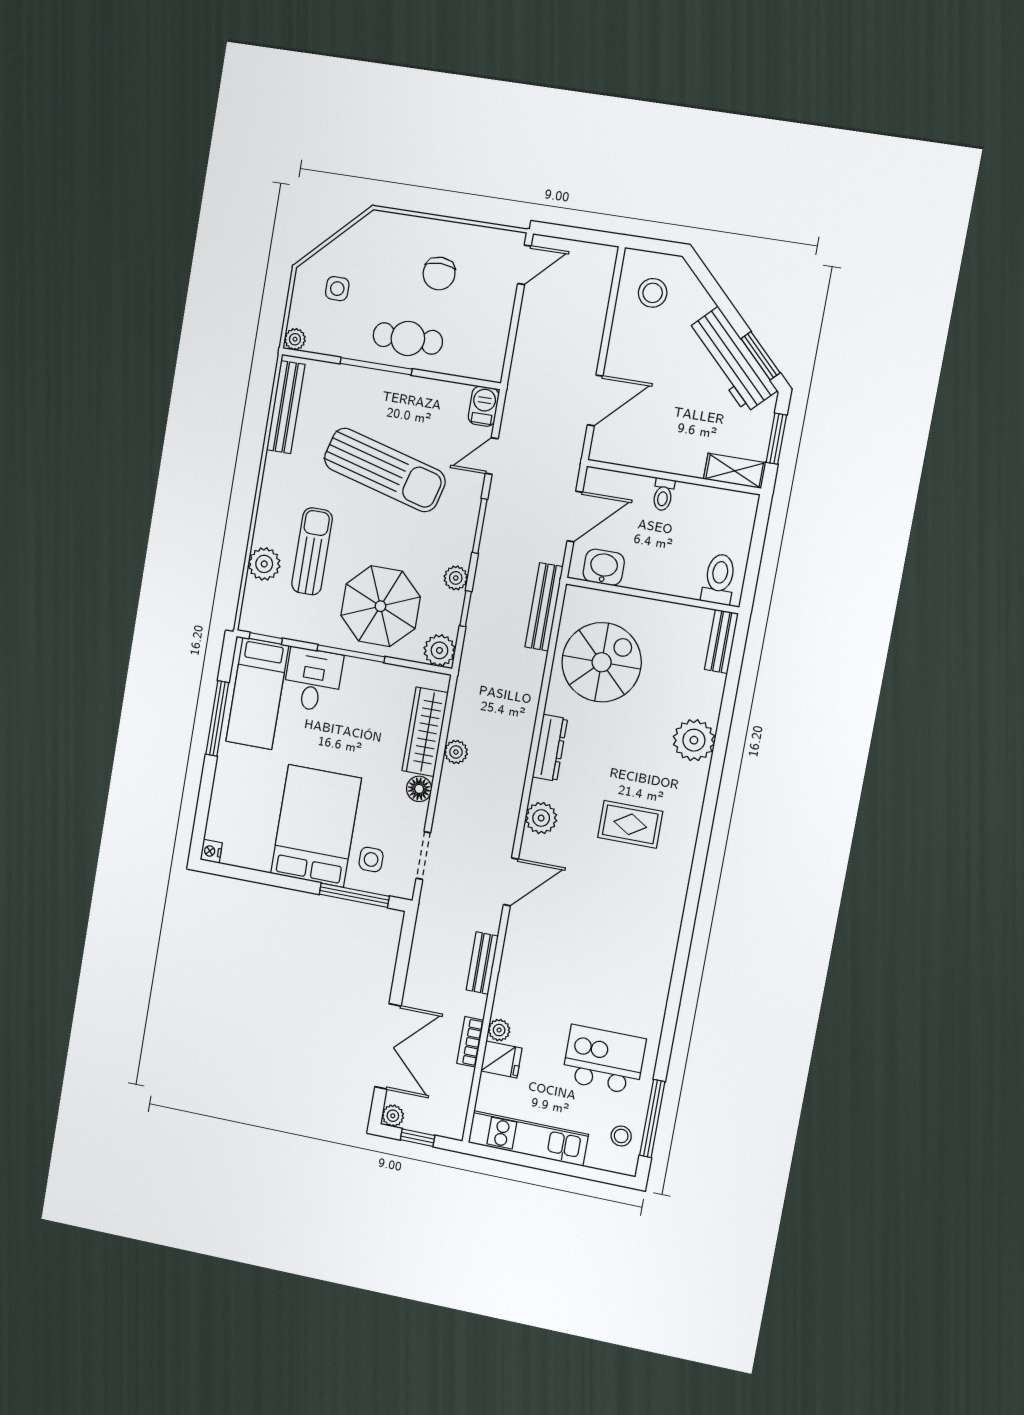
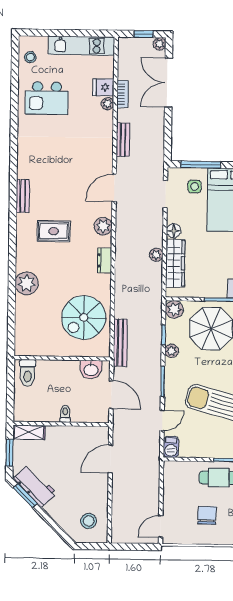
workbench: (732, 360) -> (35, 486), width x0.73
door: (575, 516) -> (111, 395), swing flipped
bench: (721, 641) -> (23, 196), moved
dresser: (550, 748) -> (105, 260), width x0.70
window: (652, 1118) -> (15, 70), removed

